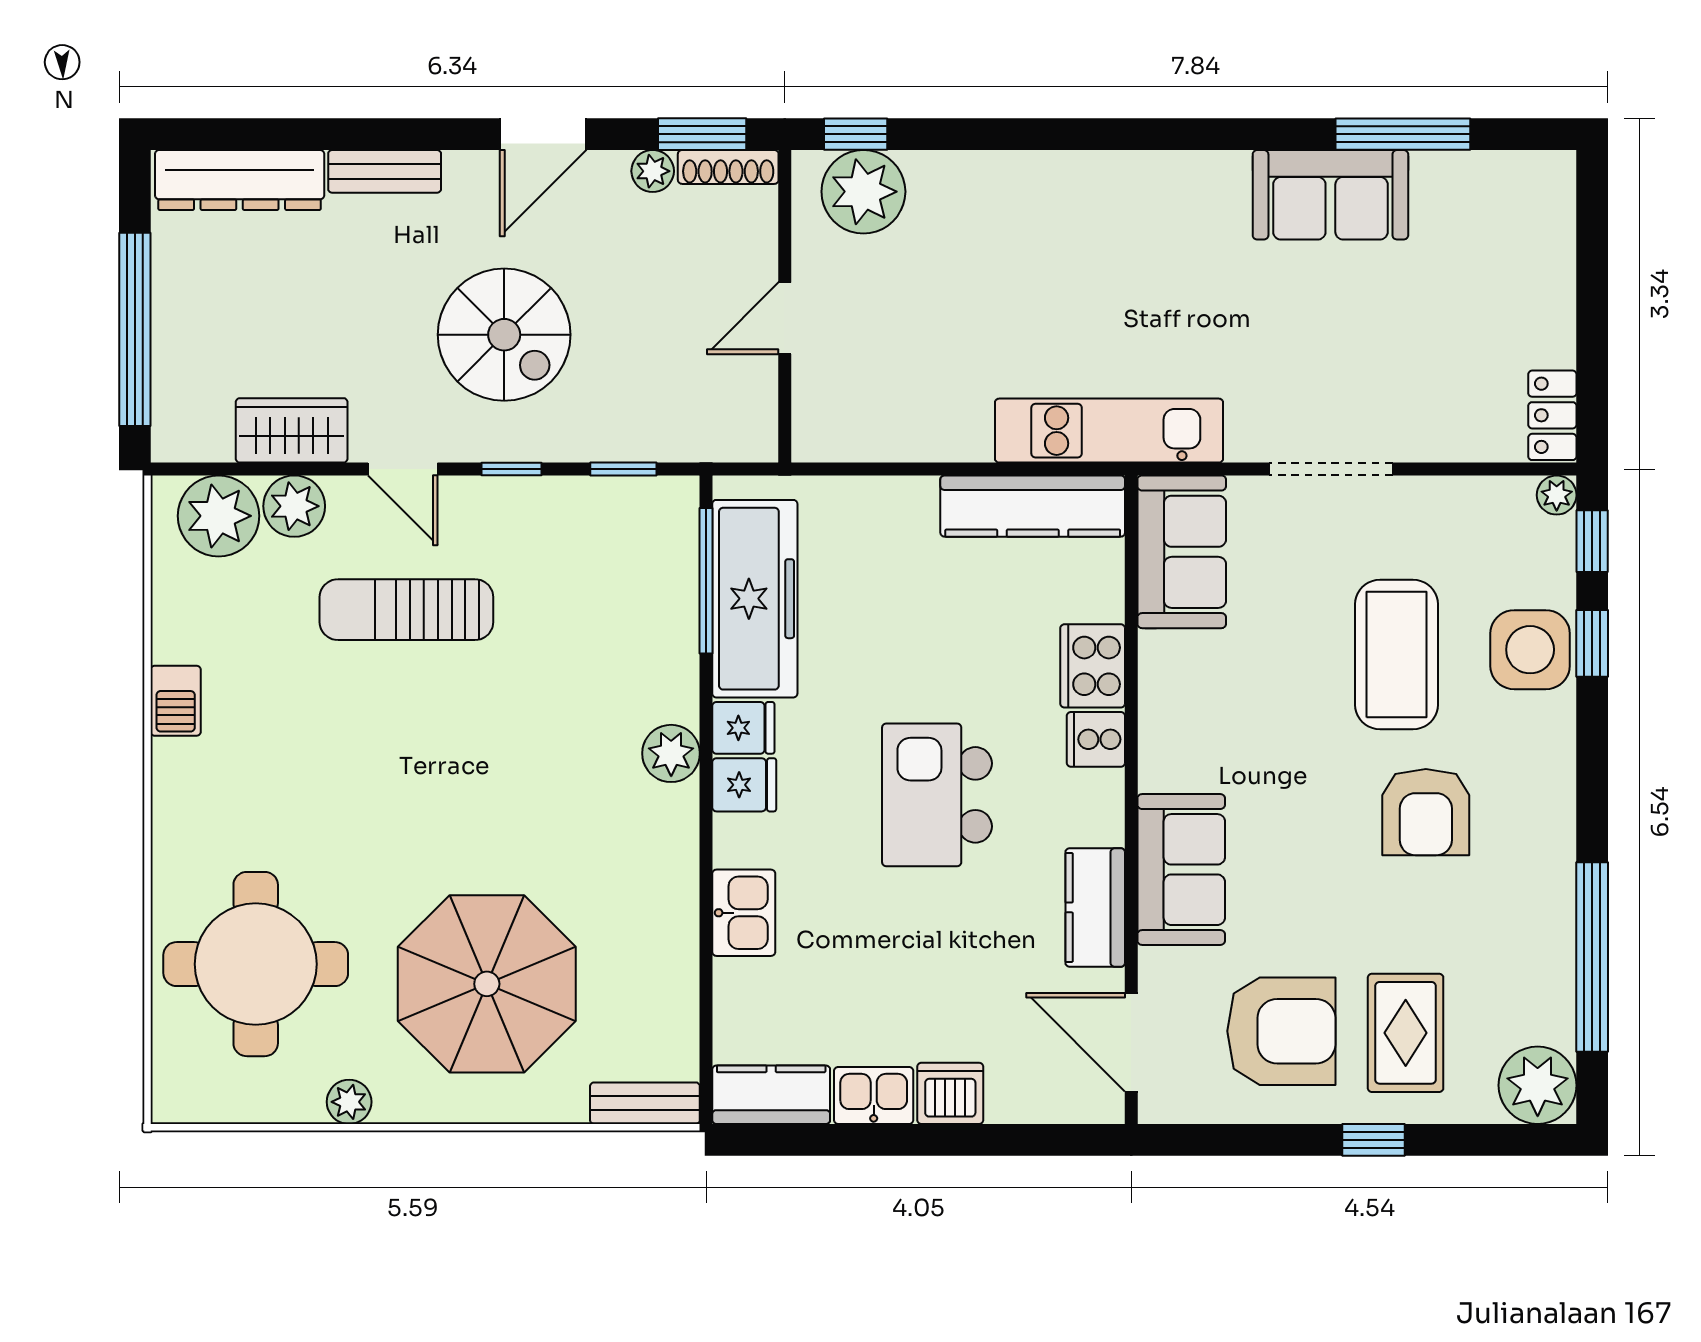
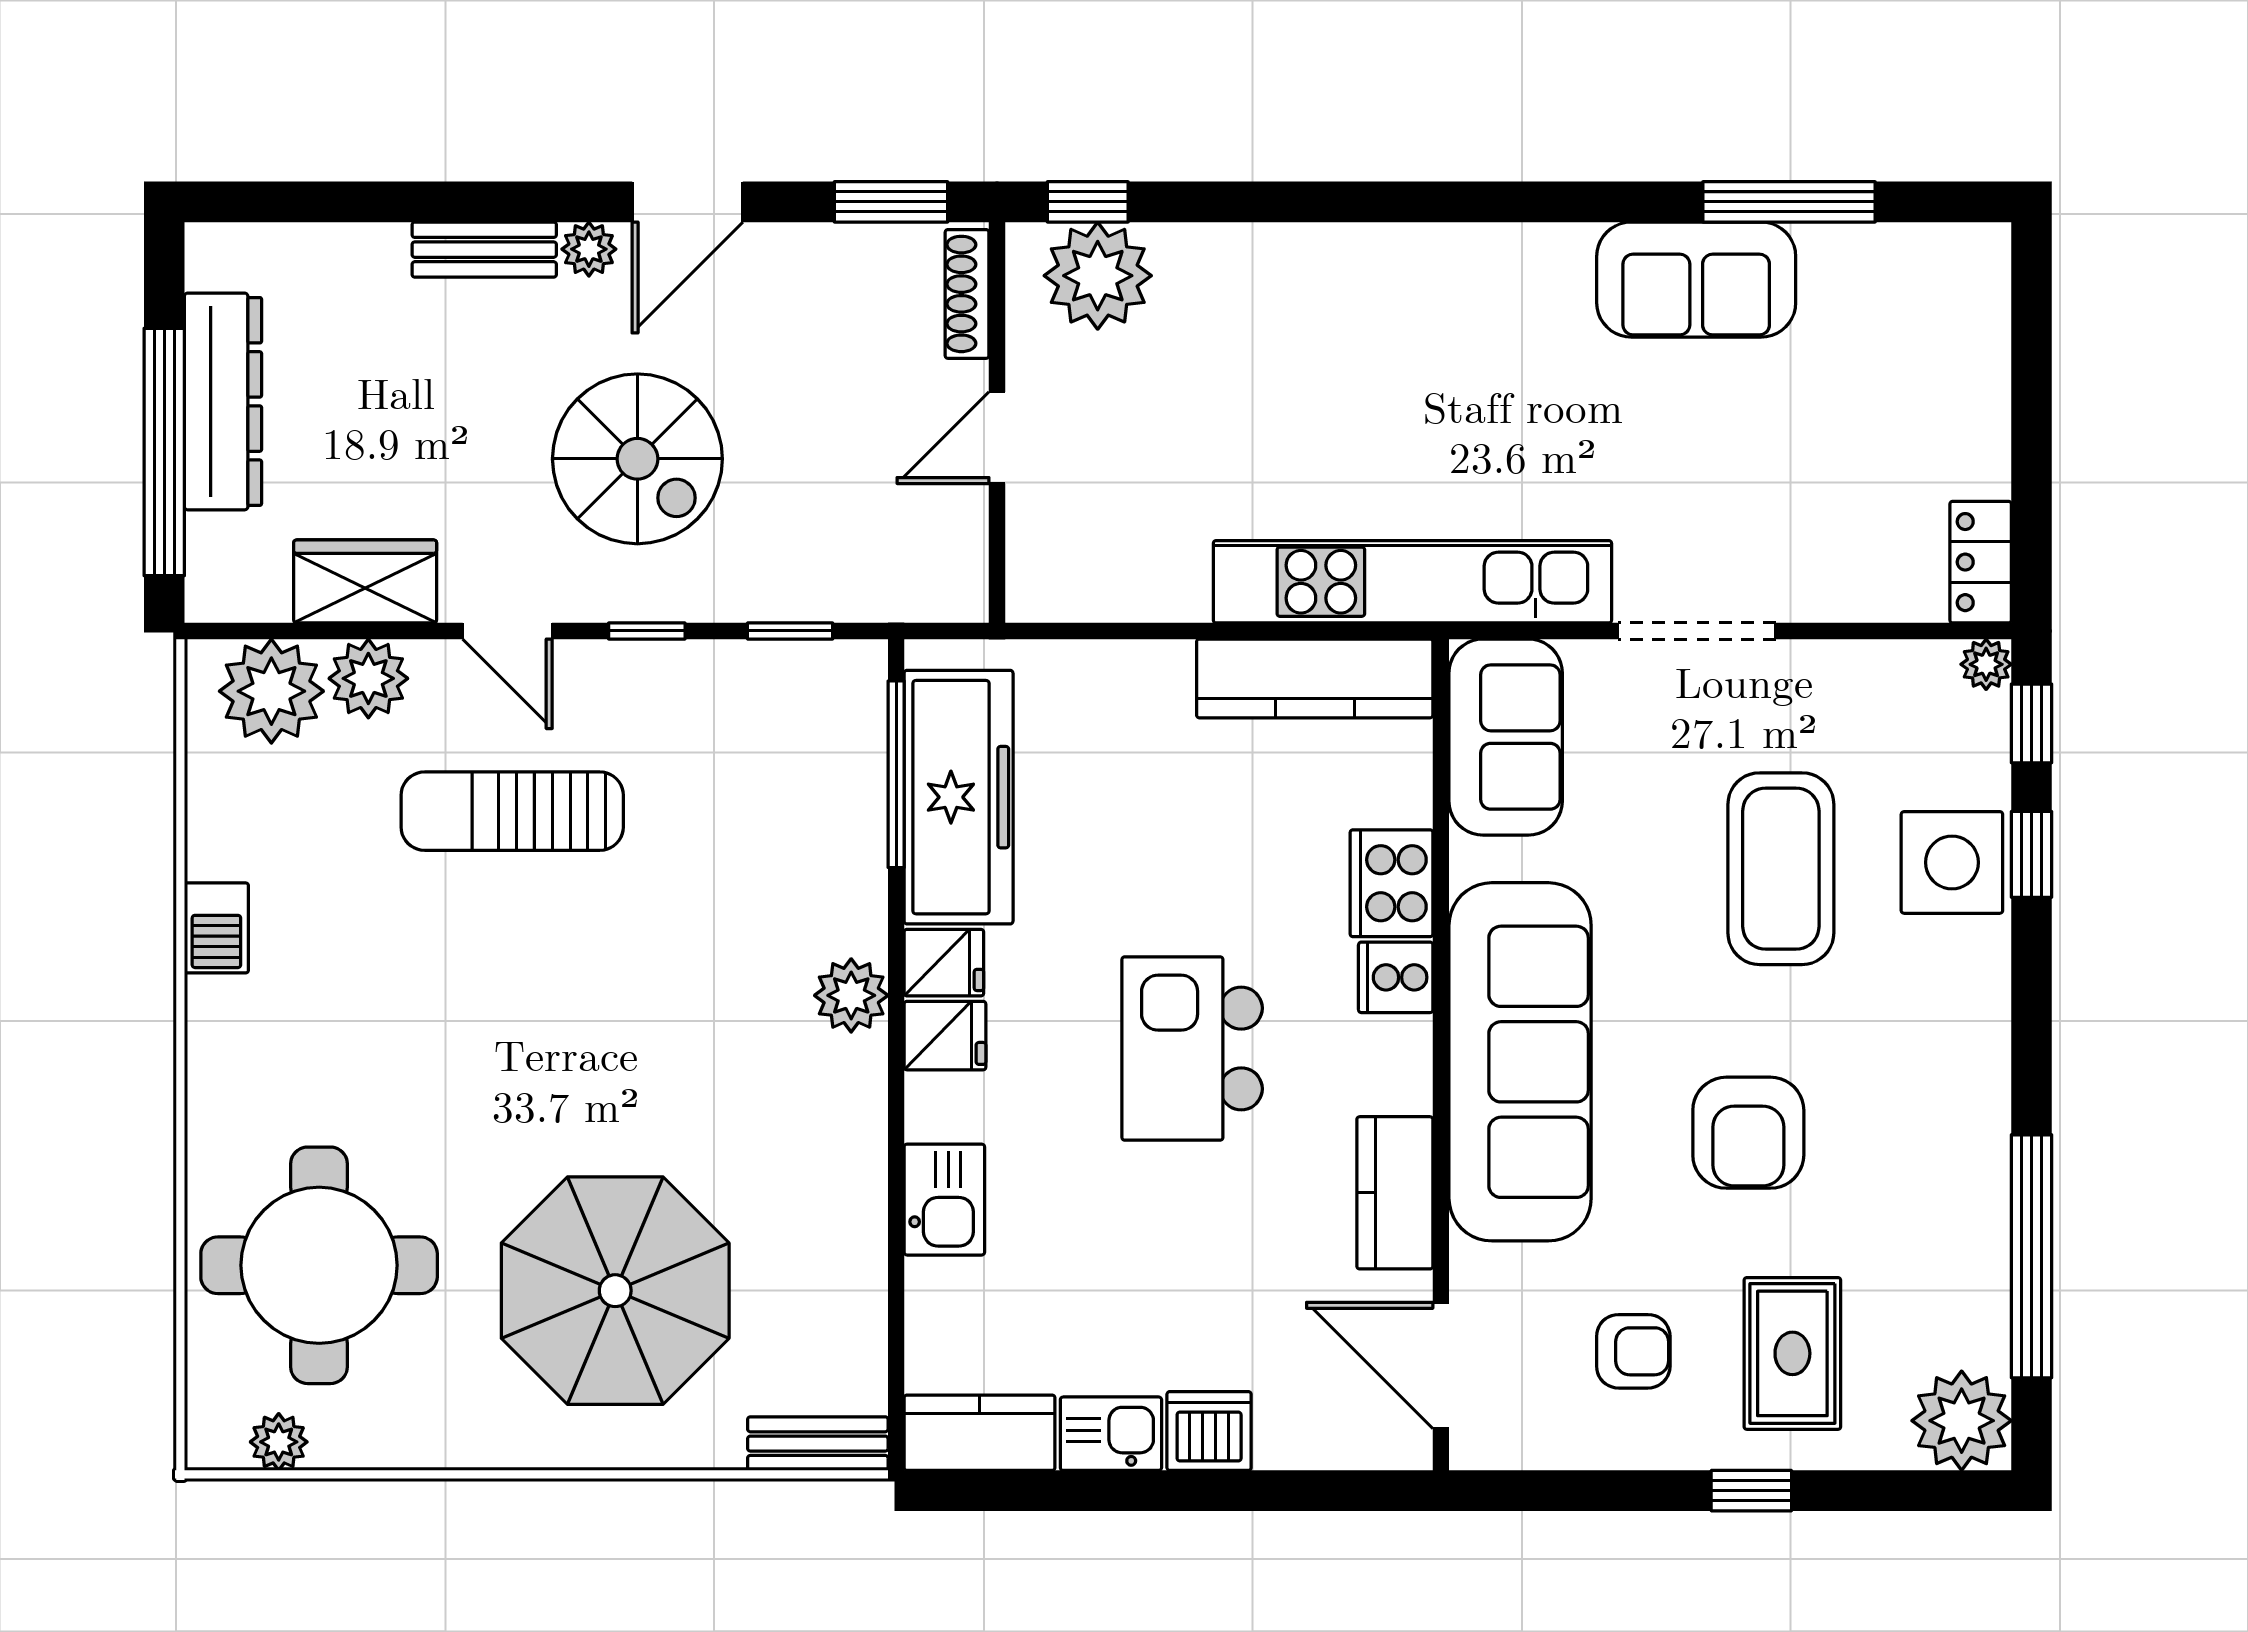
shoe rack: (728, 167) -> (967, 294), moved, turned 90
plant: (653, 171) -> (589, 249), moved
dresser: (240, 180) -> (223, 401), moved, turned -90
kitchen unit: (1109, 431) -> (1412, 582), width x1.36
armchair: (1426, 812) -> (1748, 1133), moved
sofa: (1181, 870) -> (1520, 1062), width x1.85, depth x1.27
armchair: (1281, 1031) -> (1633, 1351), width x0.53, depth x0.53
plant: (349, 1102) -> (279, 1442), moved

